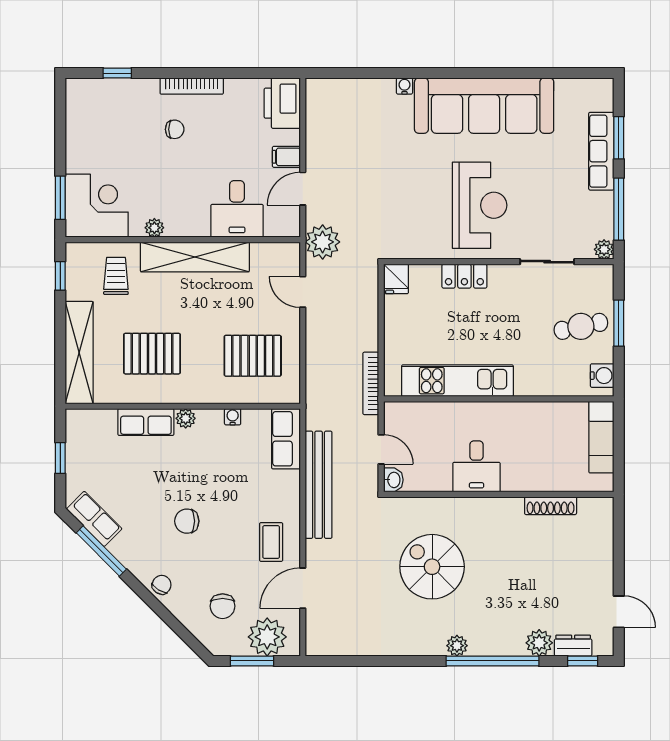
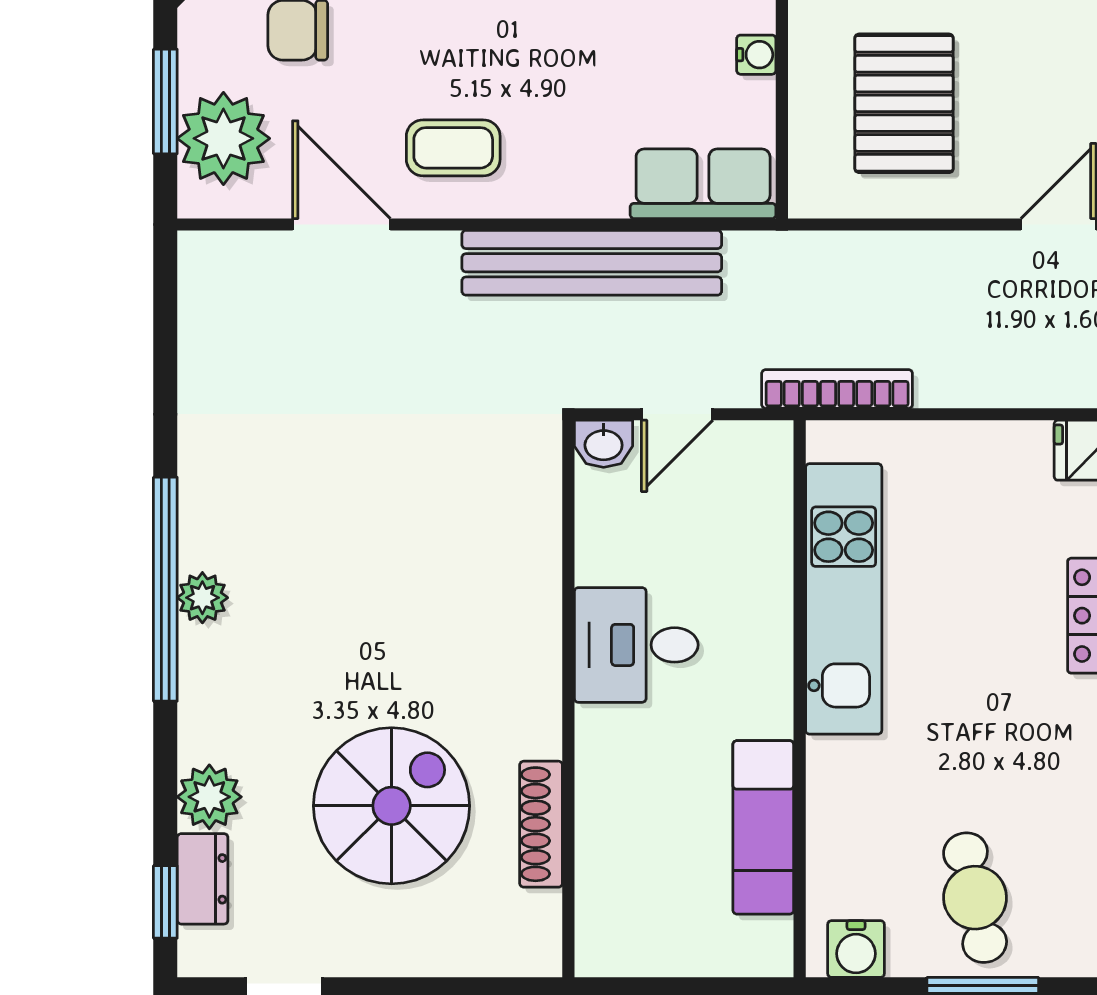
exam couch: (601, 437) -> (763, 827), moved, turned -90
spiral stairs: (432, 567) -> (392, 806), moved
window: (492, 661) -> (165, 589), moved

